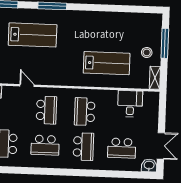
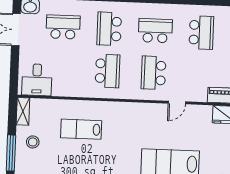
lab bench: (107, 63) -> (81, 129), width x0.73, depth x0.72
door: (27, 85) -> (177, 102), hinge flipped
desk: (130, 104) -> (37, 80), moved

